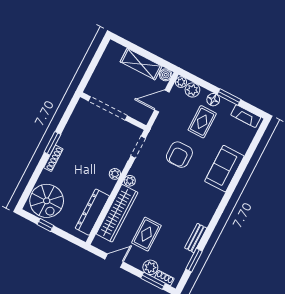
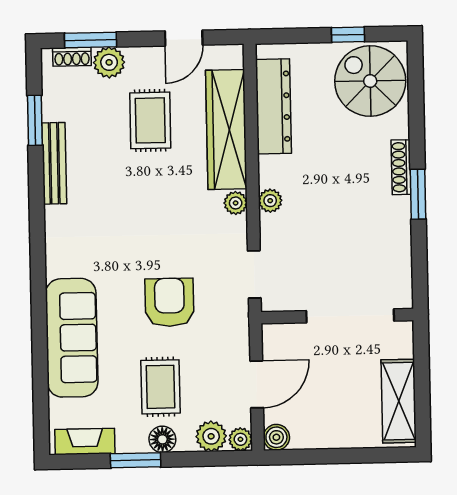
shelving: (141, 64) -> (399, 401), moved, turned 90
sofa: (224, 169) -> (72, 338), width x1.36
bench: (196, 238) -> (54, 163), width x1.36

